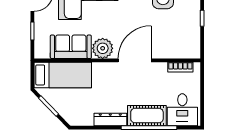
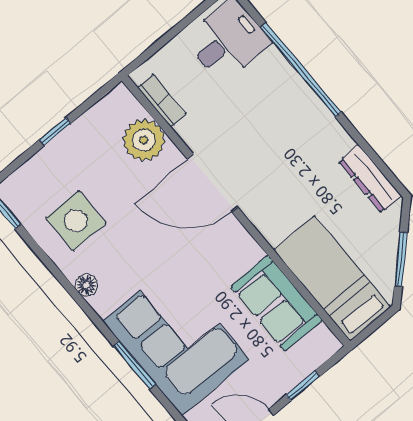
plant: (103, 48) -> (144, 140), moved
cot: (147, 116) -> (284, 89), removed
dresser: (110, 119) -> (370, 179), moved

